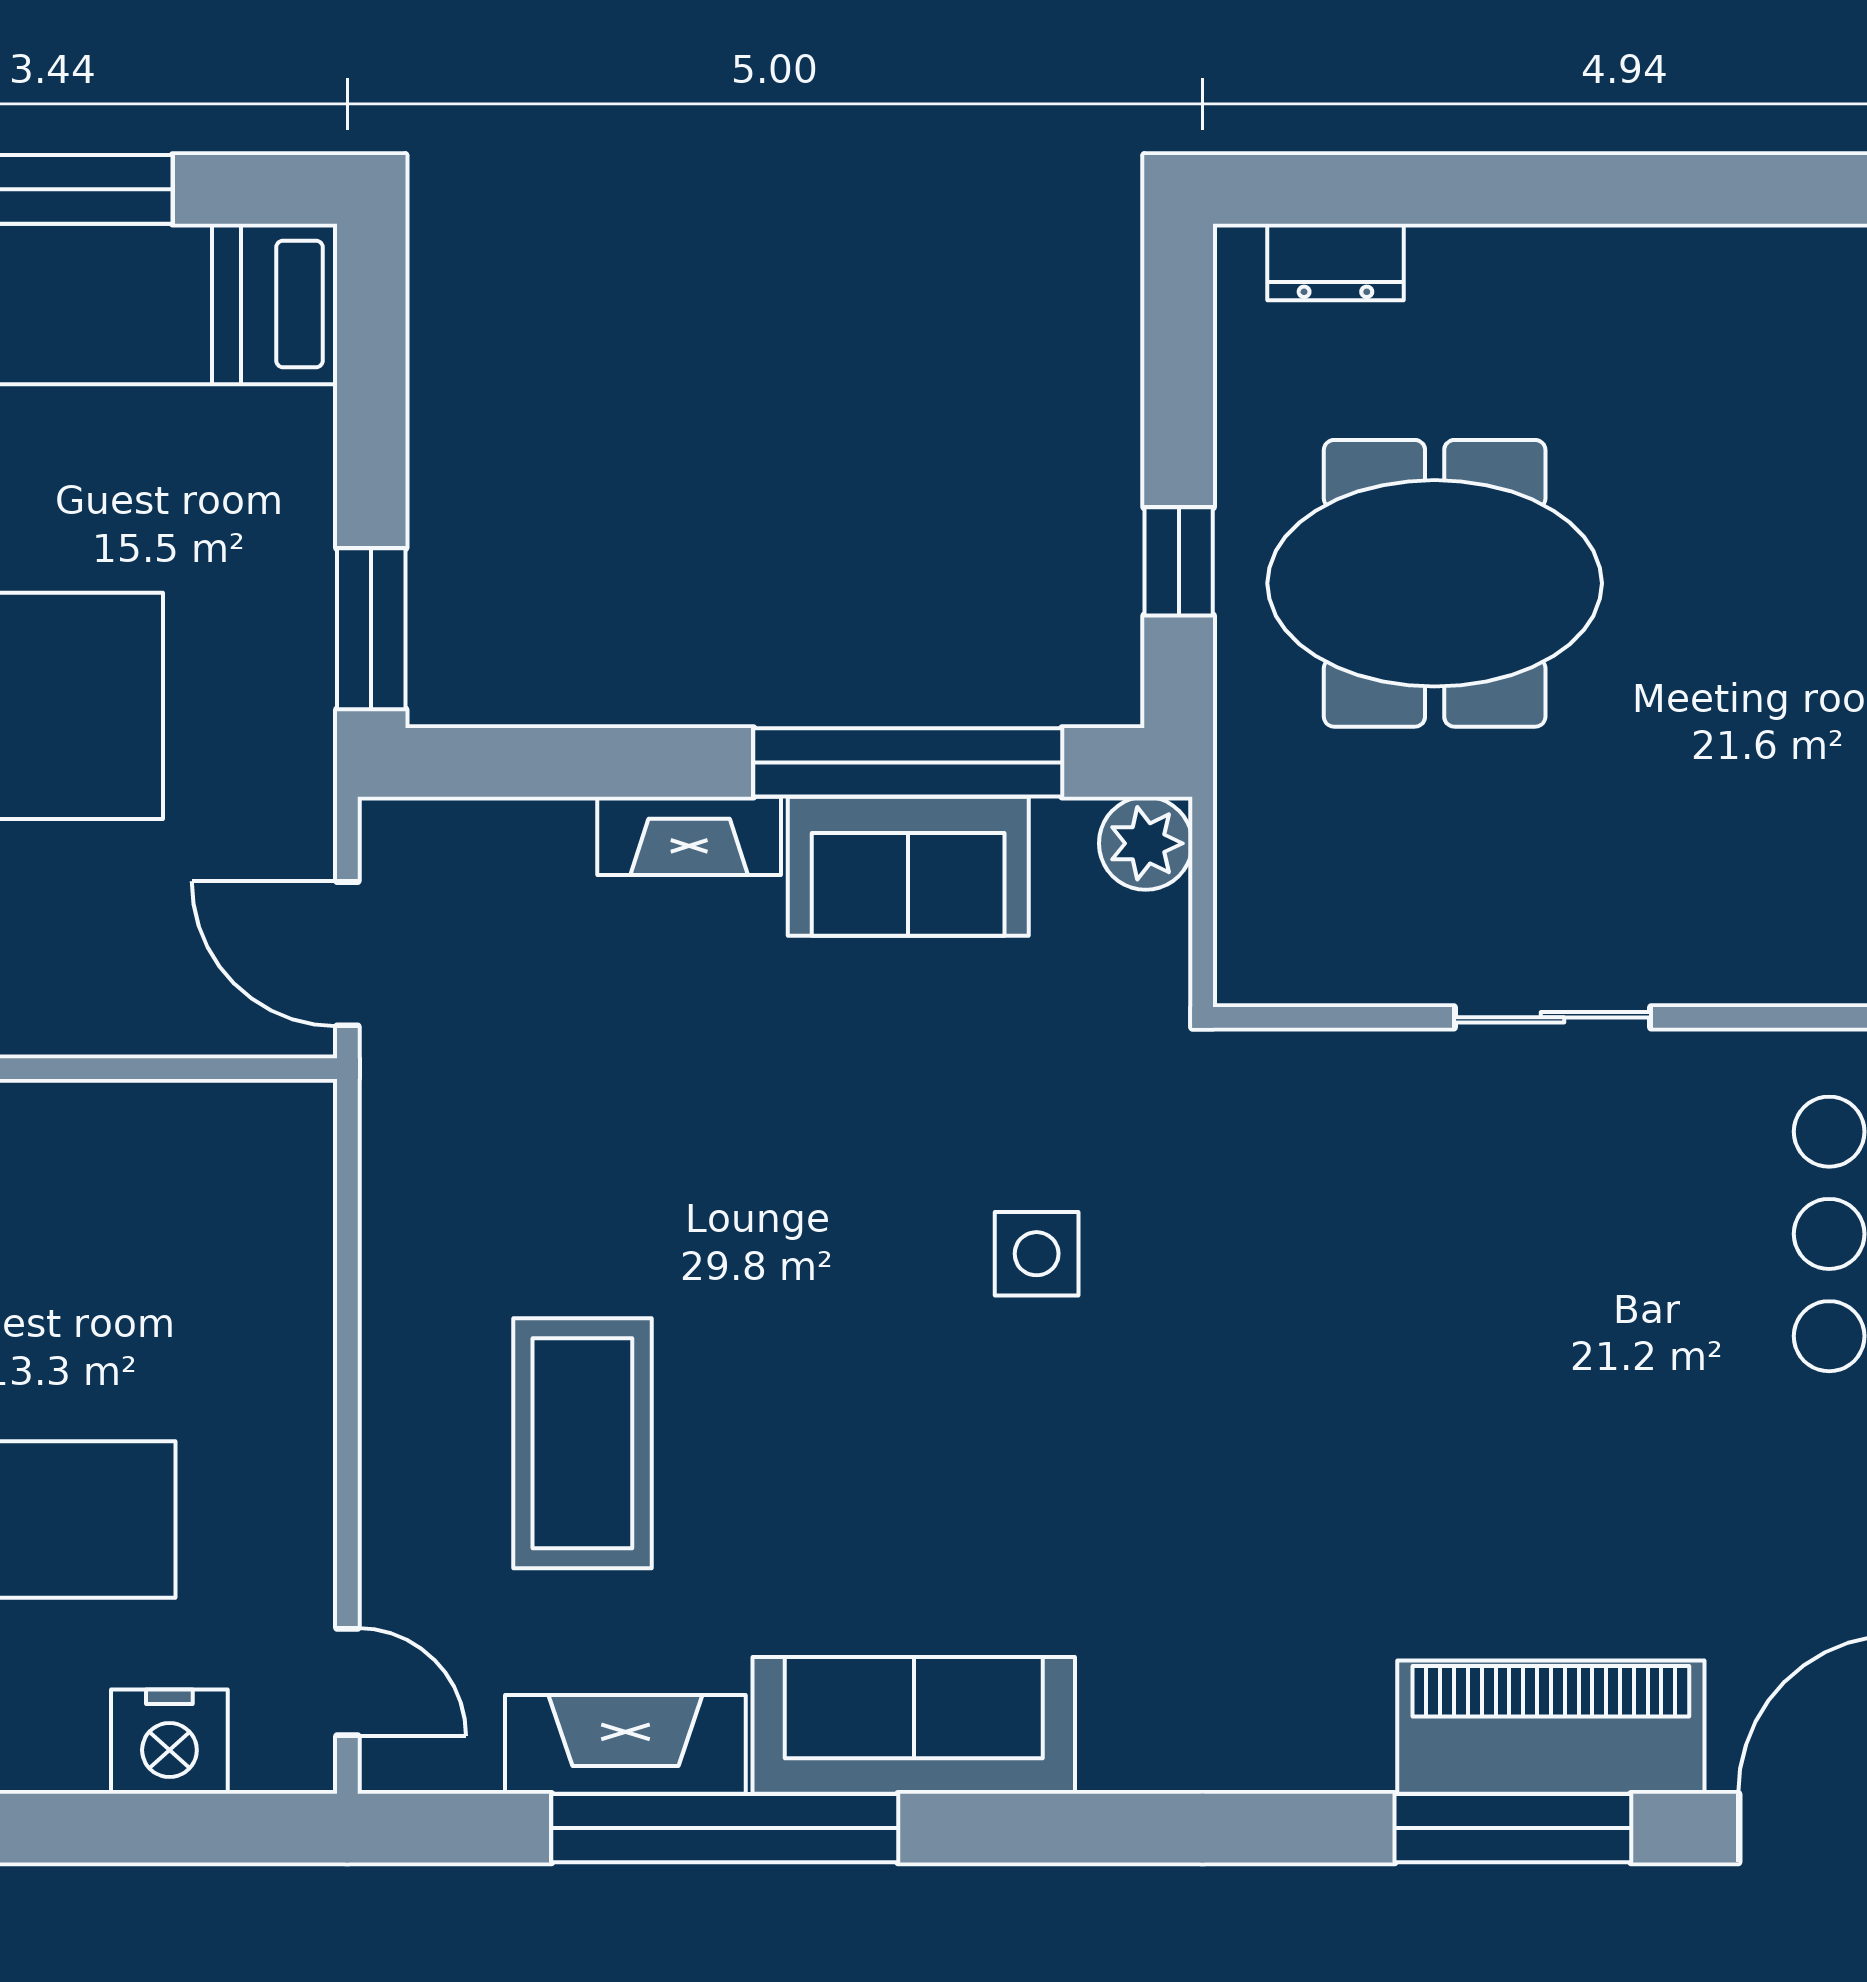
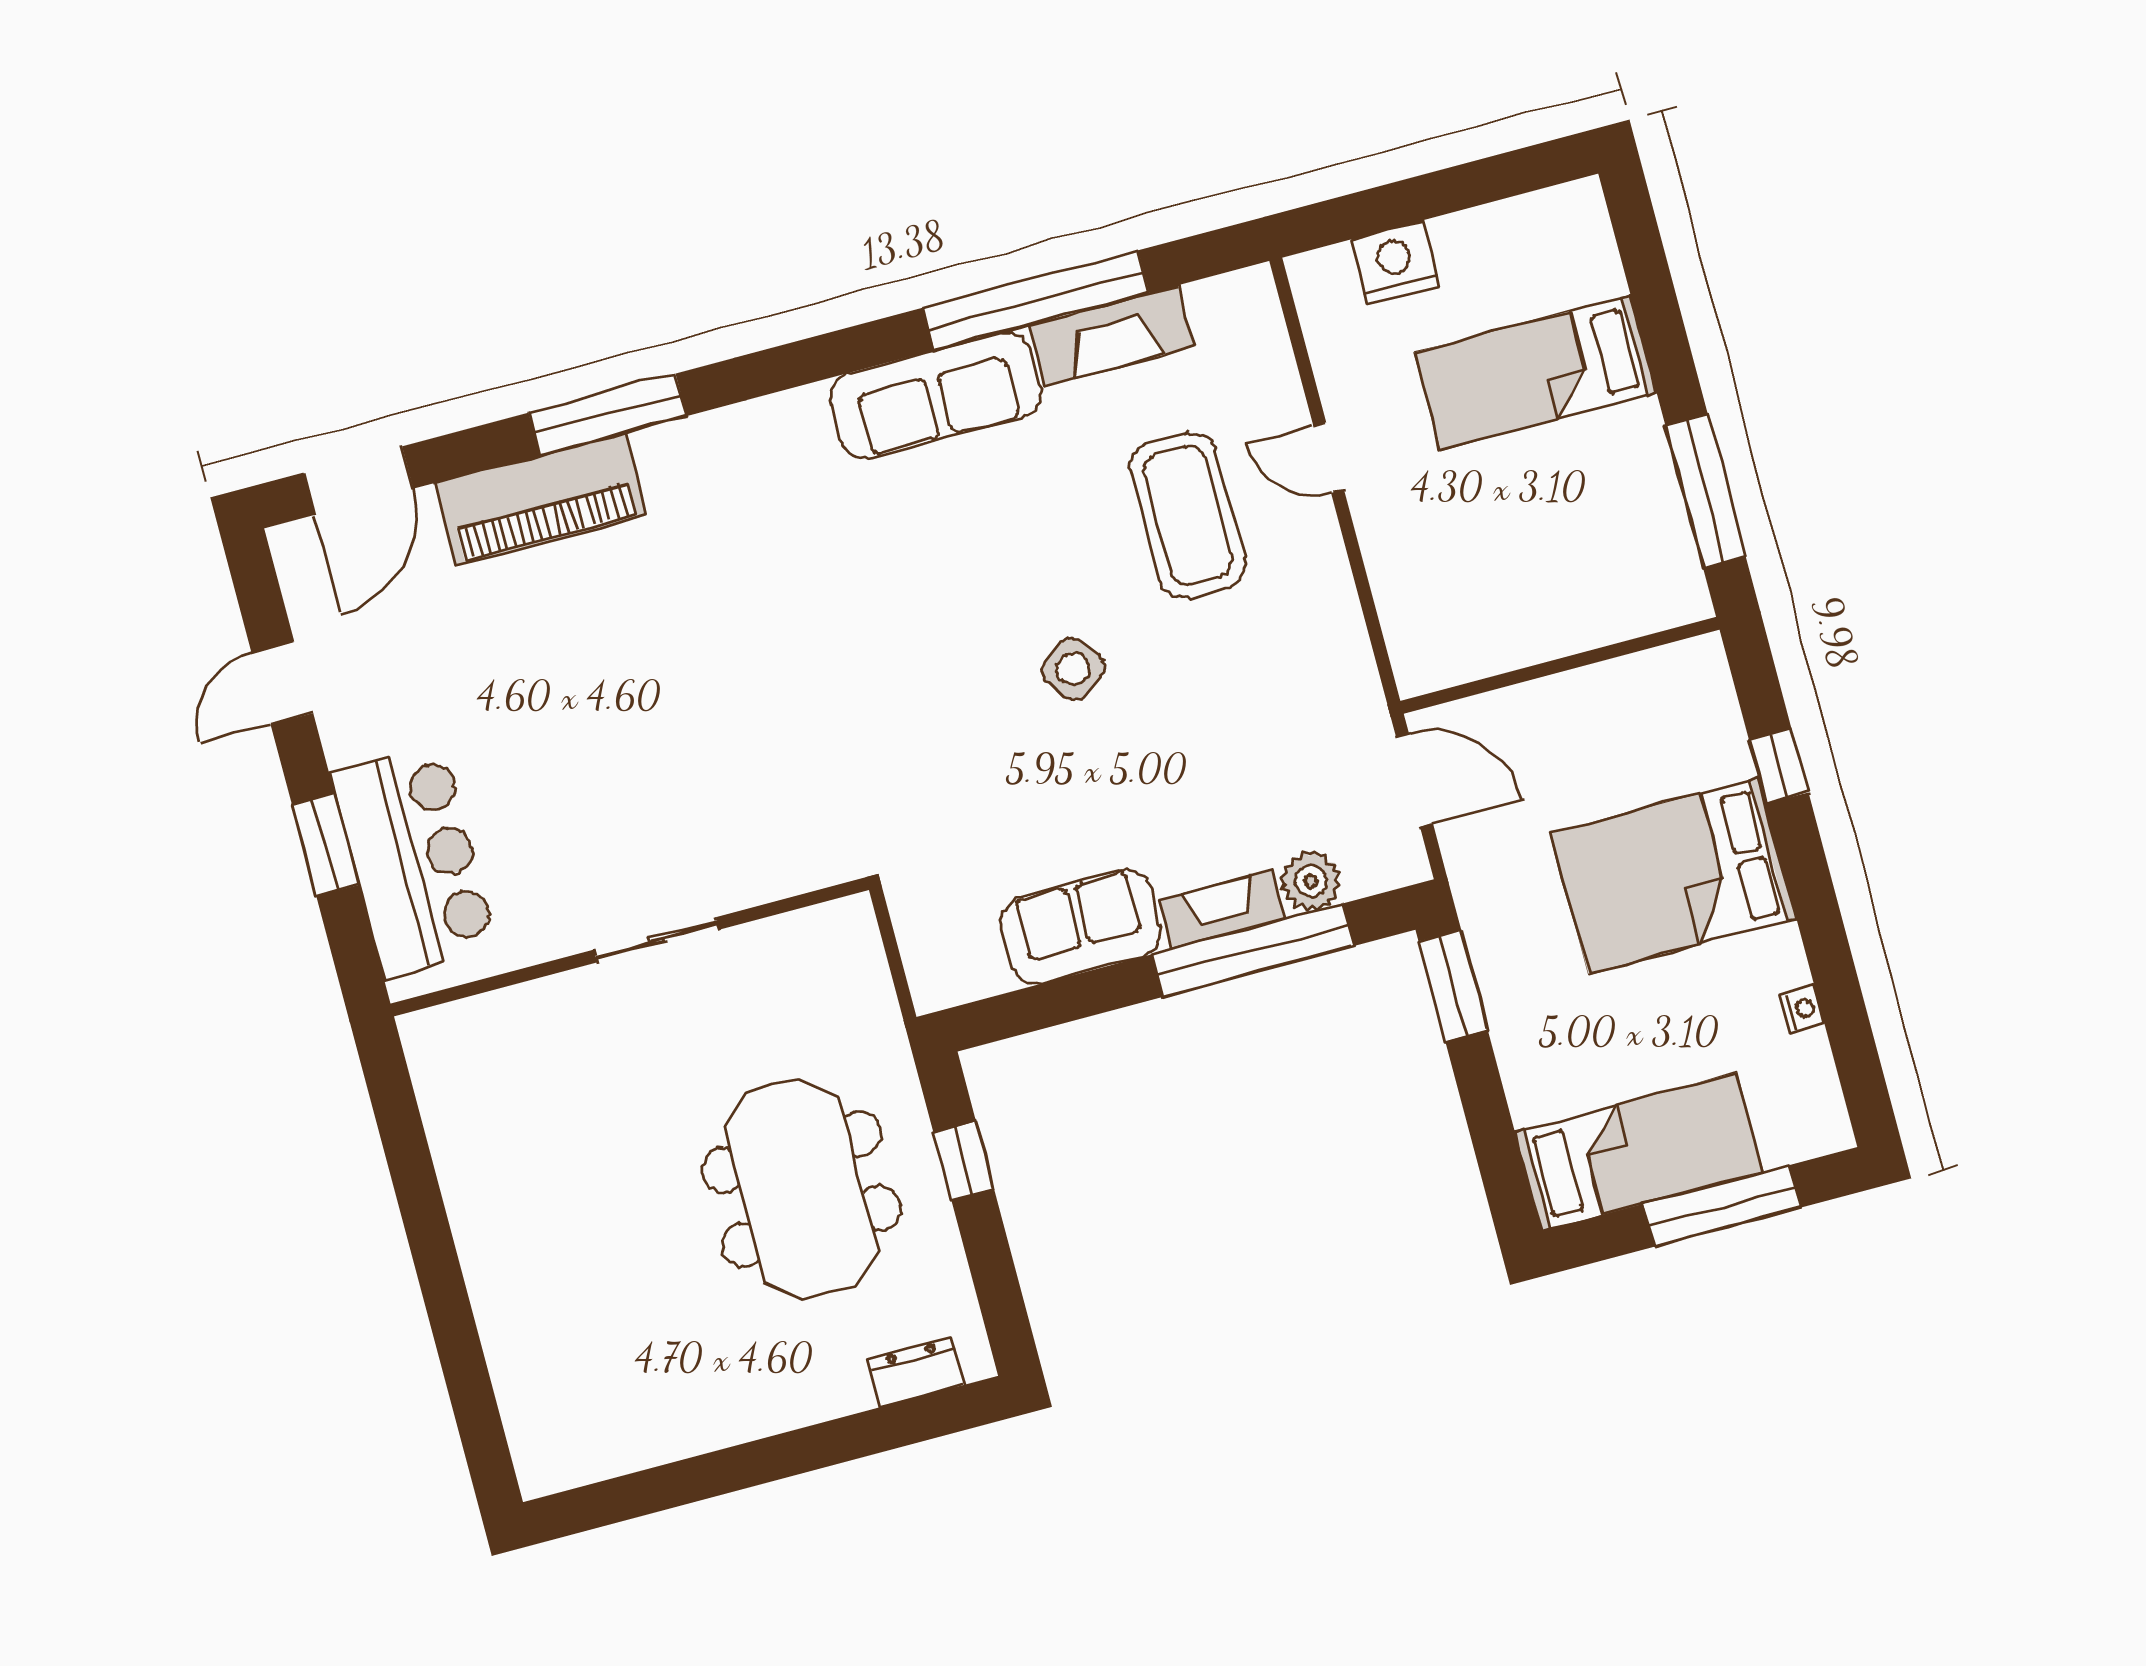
meeting table: (1435, 583) -> (801, 1189), turned 90
window: (908, 762) -> (1253, 950), moved
plant: (1146, 843) -> (1311, 881), moved
side table: (1037, 1254) -> (1073, 669), moved, turned -37
door: (347, 1682) -> (1329, 458), moved
window: (1513, 1828) -> (608, 414), moved

